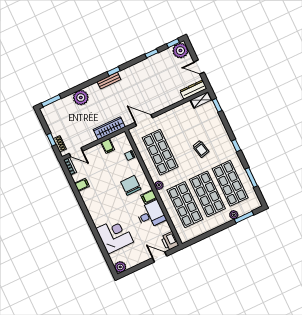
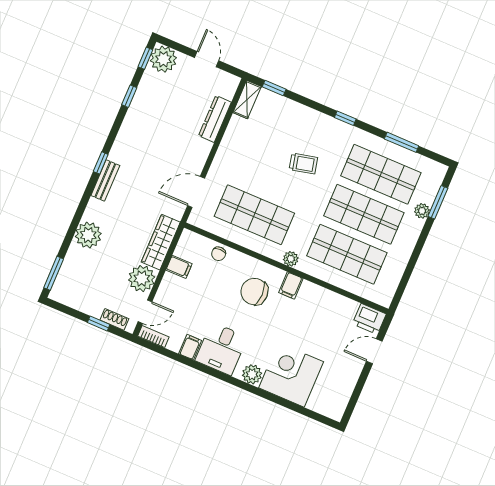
door: (199, 67) -> (207, 59), swing flipped
dresser: (193, 90) -> (215, 119), moved
plant: (87, 137) -> (142, 279), added
desk: (151, 215) -> (221, 349), moved, turned 180
plant: (120, 267) -> (252, 374), moved

